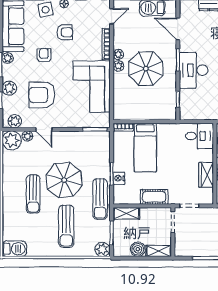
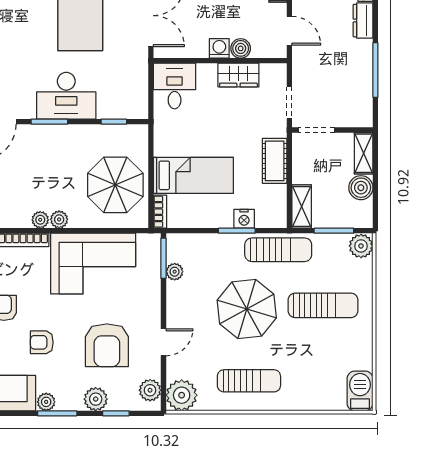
parasol: (146, 69) -> (115, 185), moved
plant: (27, 136) -> (175, 272), moved
sun lounger: (33, 194) -> (249, 381), moved

